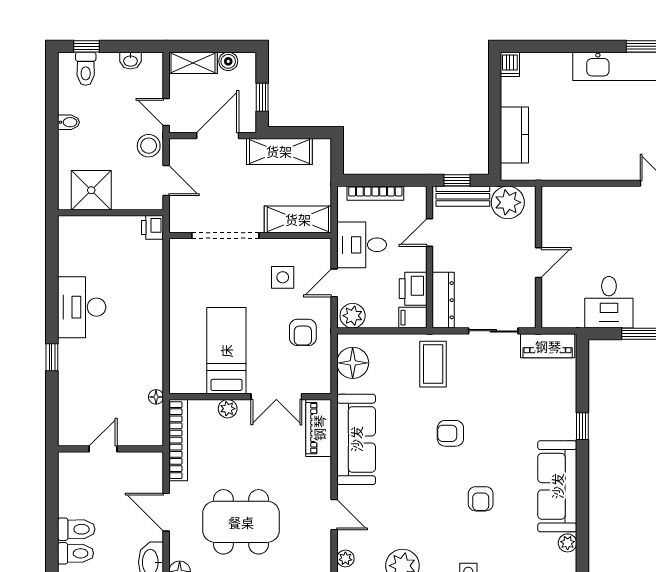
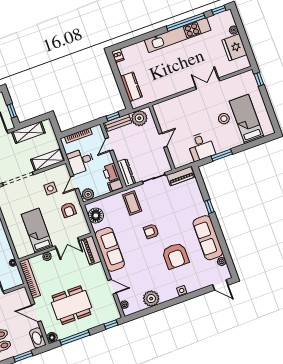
armchair: (481, 499) -> (175, 256), width x1.88, depth x1.88

